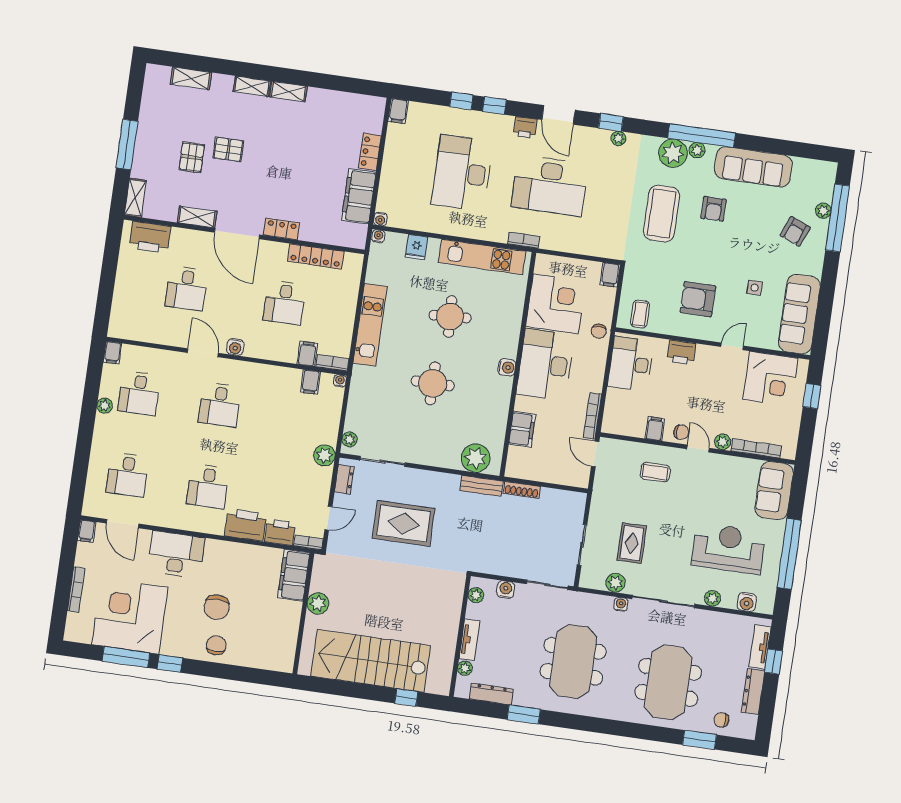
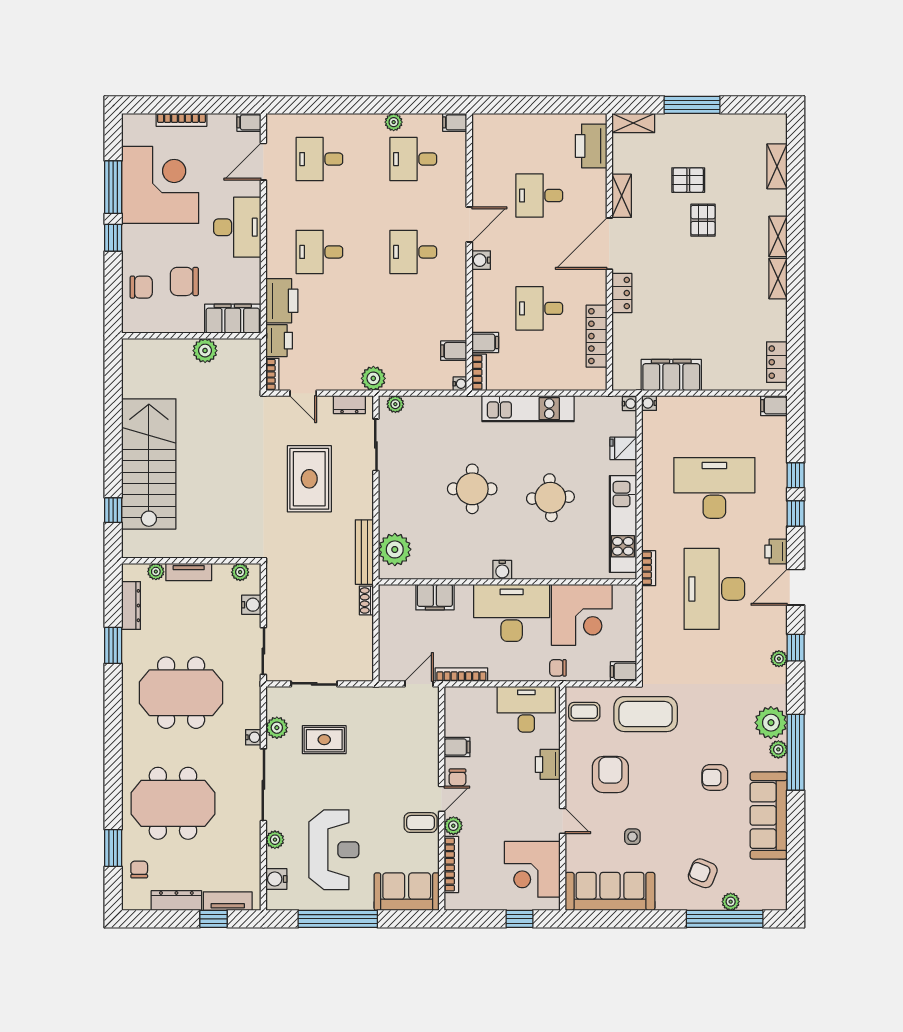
locker: (370, 152) -> (777, 362), moved, turned -90
coffee table: (661, 214) -> (646, 714), moved
coffee table: (655, 472) -> (421, 823), moved, turned 90
bench: (482, 486) -> (364, 552), width x1.36
shoe rack: (522, 490) -> (366, 600), width x0.70
filing cabinet: (294, 575) -> (233, 319), moved
plant: (318, 603) -> (205, 351), moved
wall: (303, 614) -> (191, 336), moved

